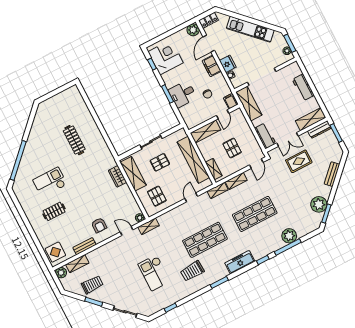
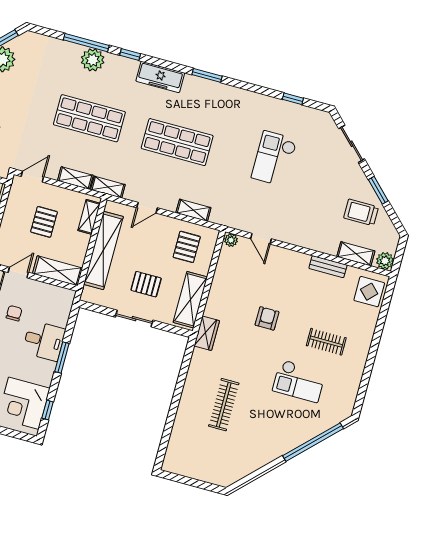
wardrobe: (117, 176) -> (207, 333), moved
armchair: (99, 225) -> (267, 318), moved
shelving: (149, 226) -> (193, 210), moved
plant: (289, 236) -> (93, 60), moved
trolley: (192, 271) -> (227, 119), removed
checkout: (154, 273) -> (274, 158), turned 180

